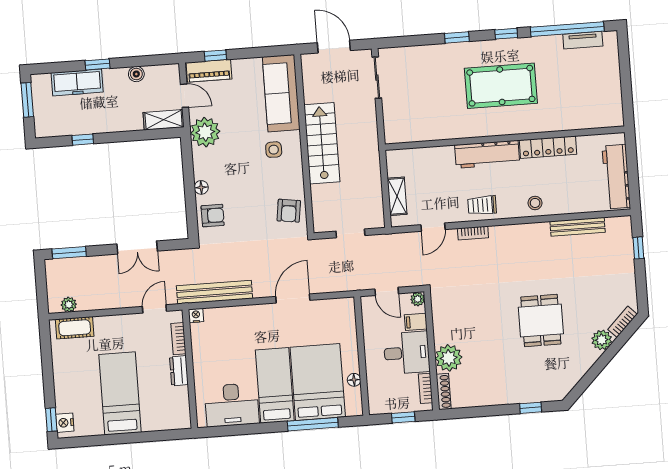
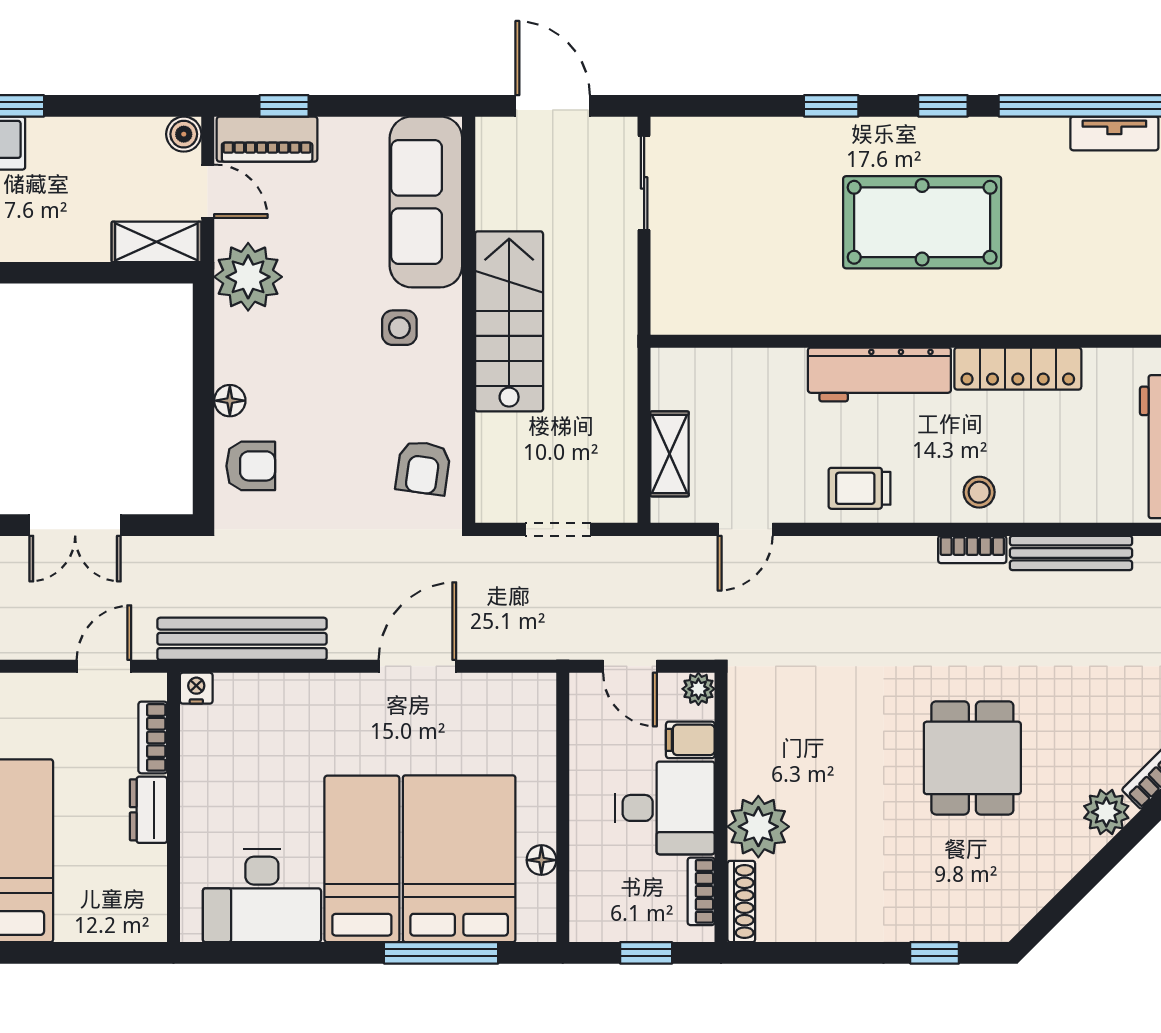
boiler: (136, 74) -> (184, 134), moved
bookcase: (473, 233) -> (972, 549), moved

